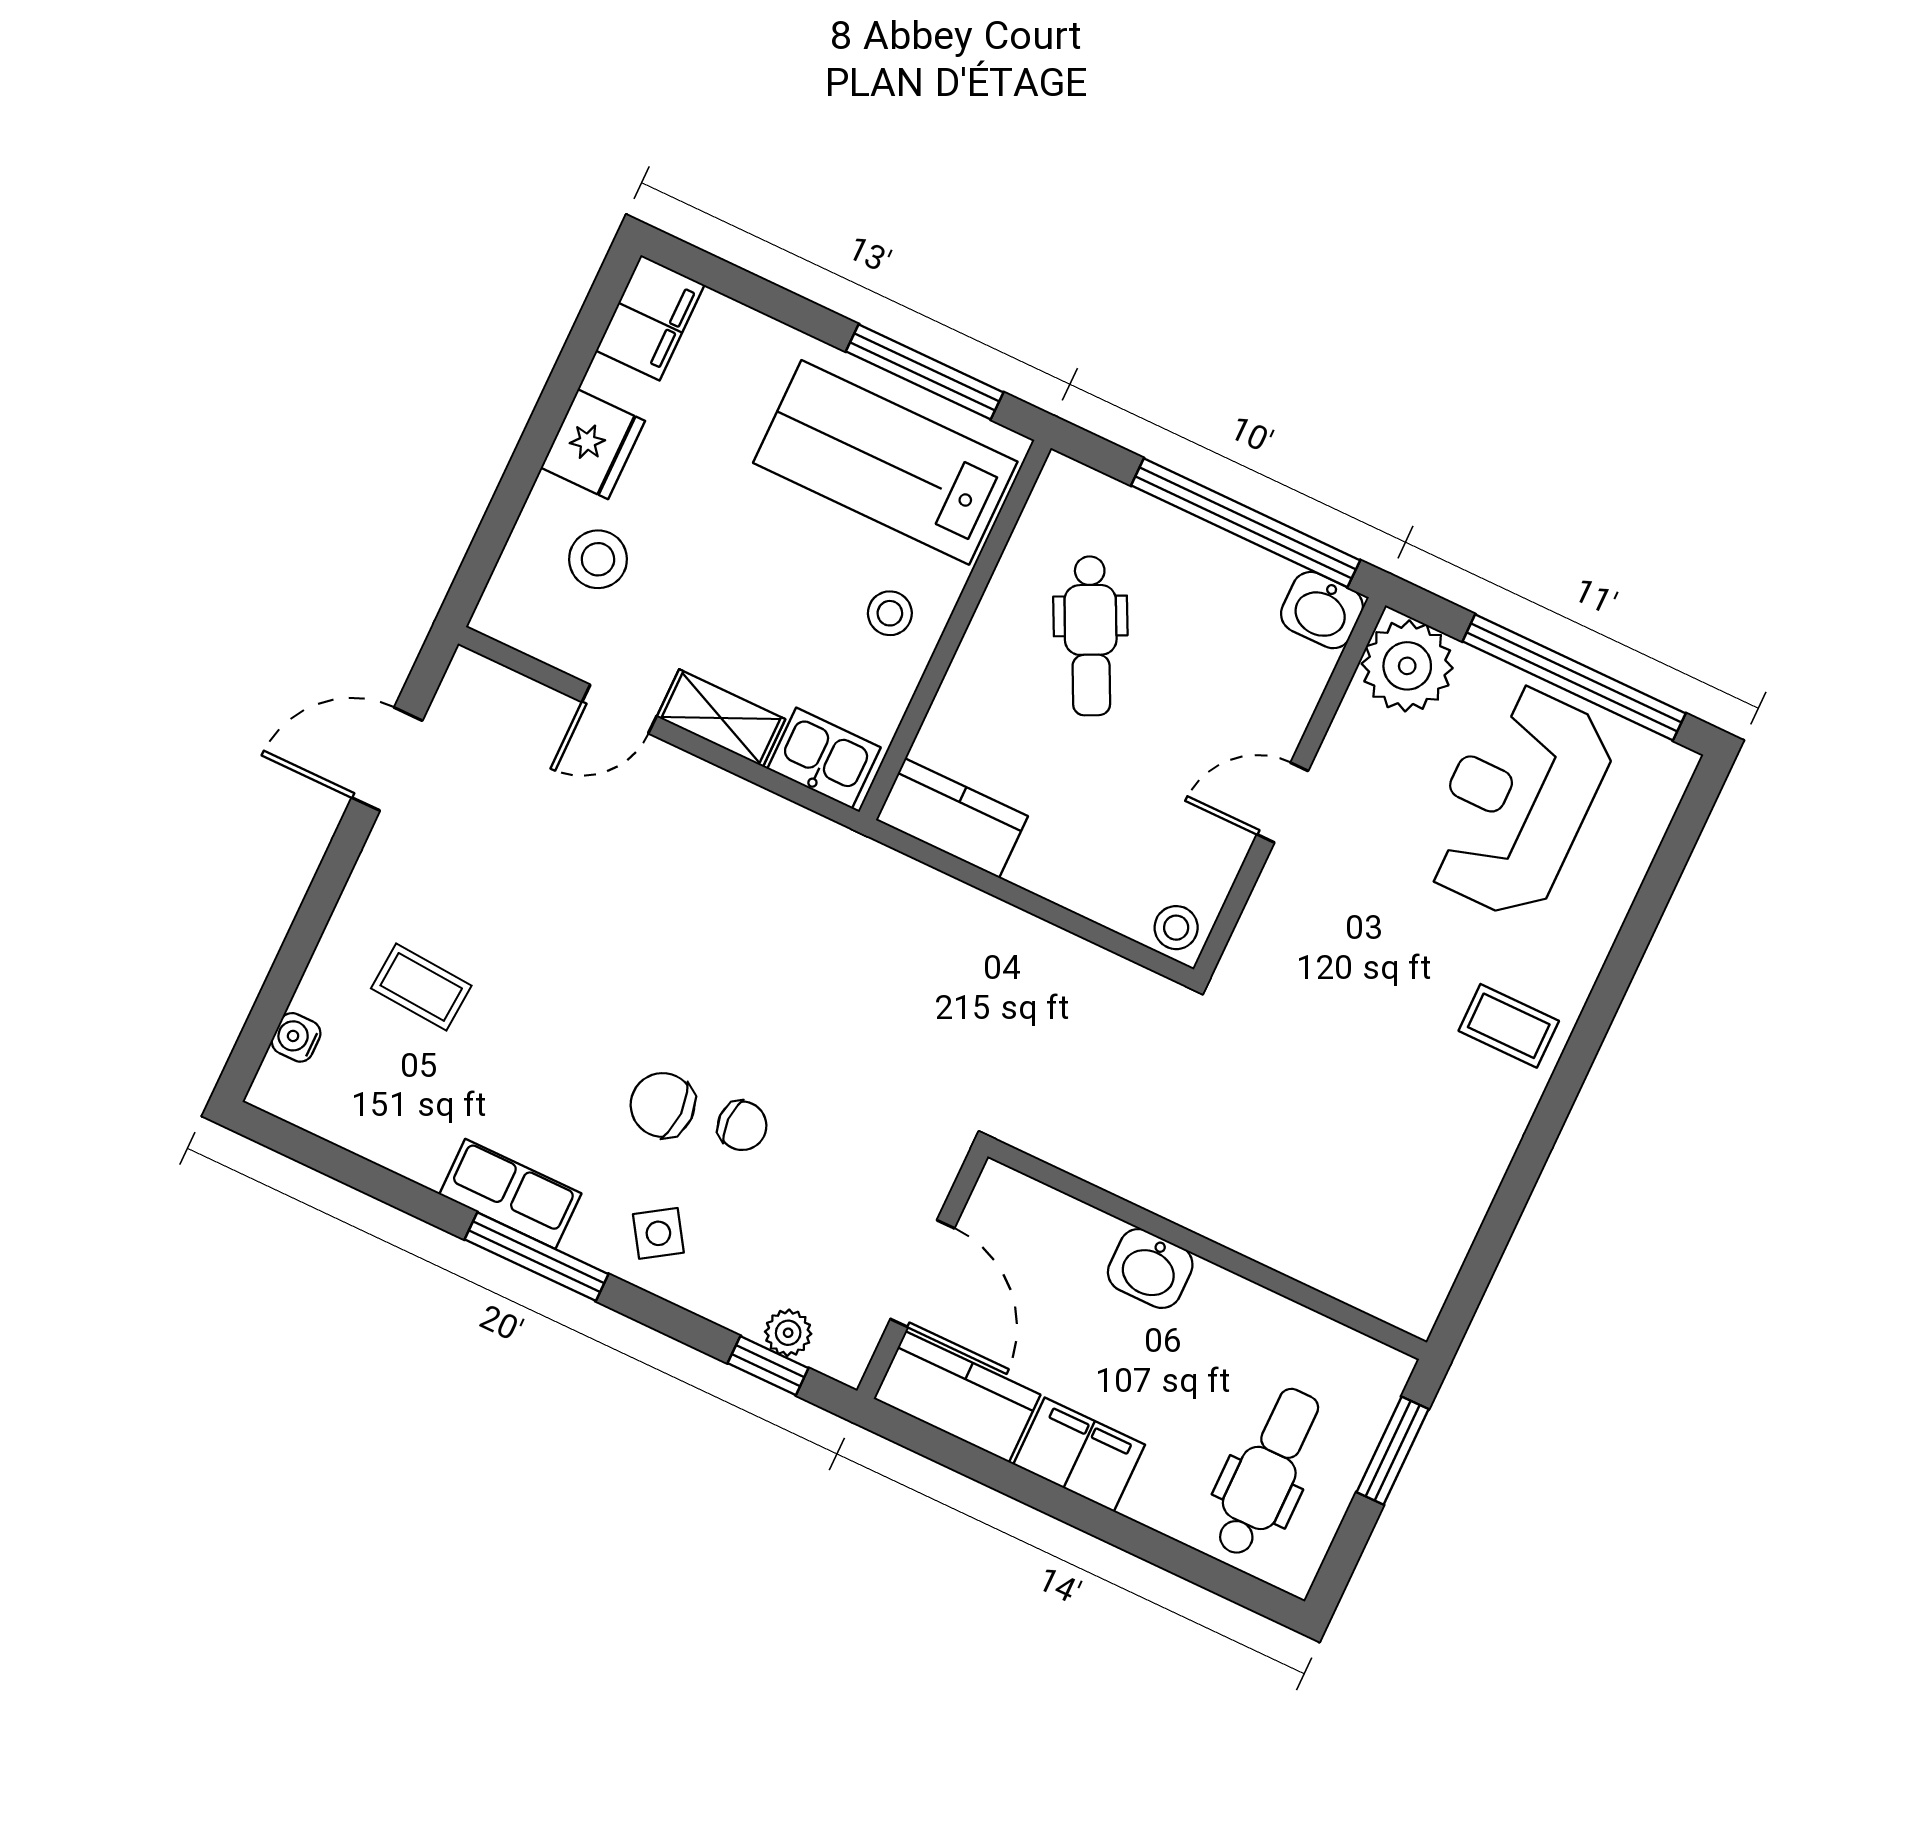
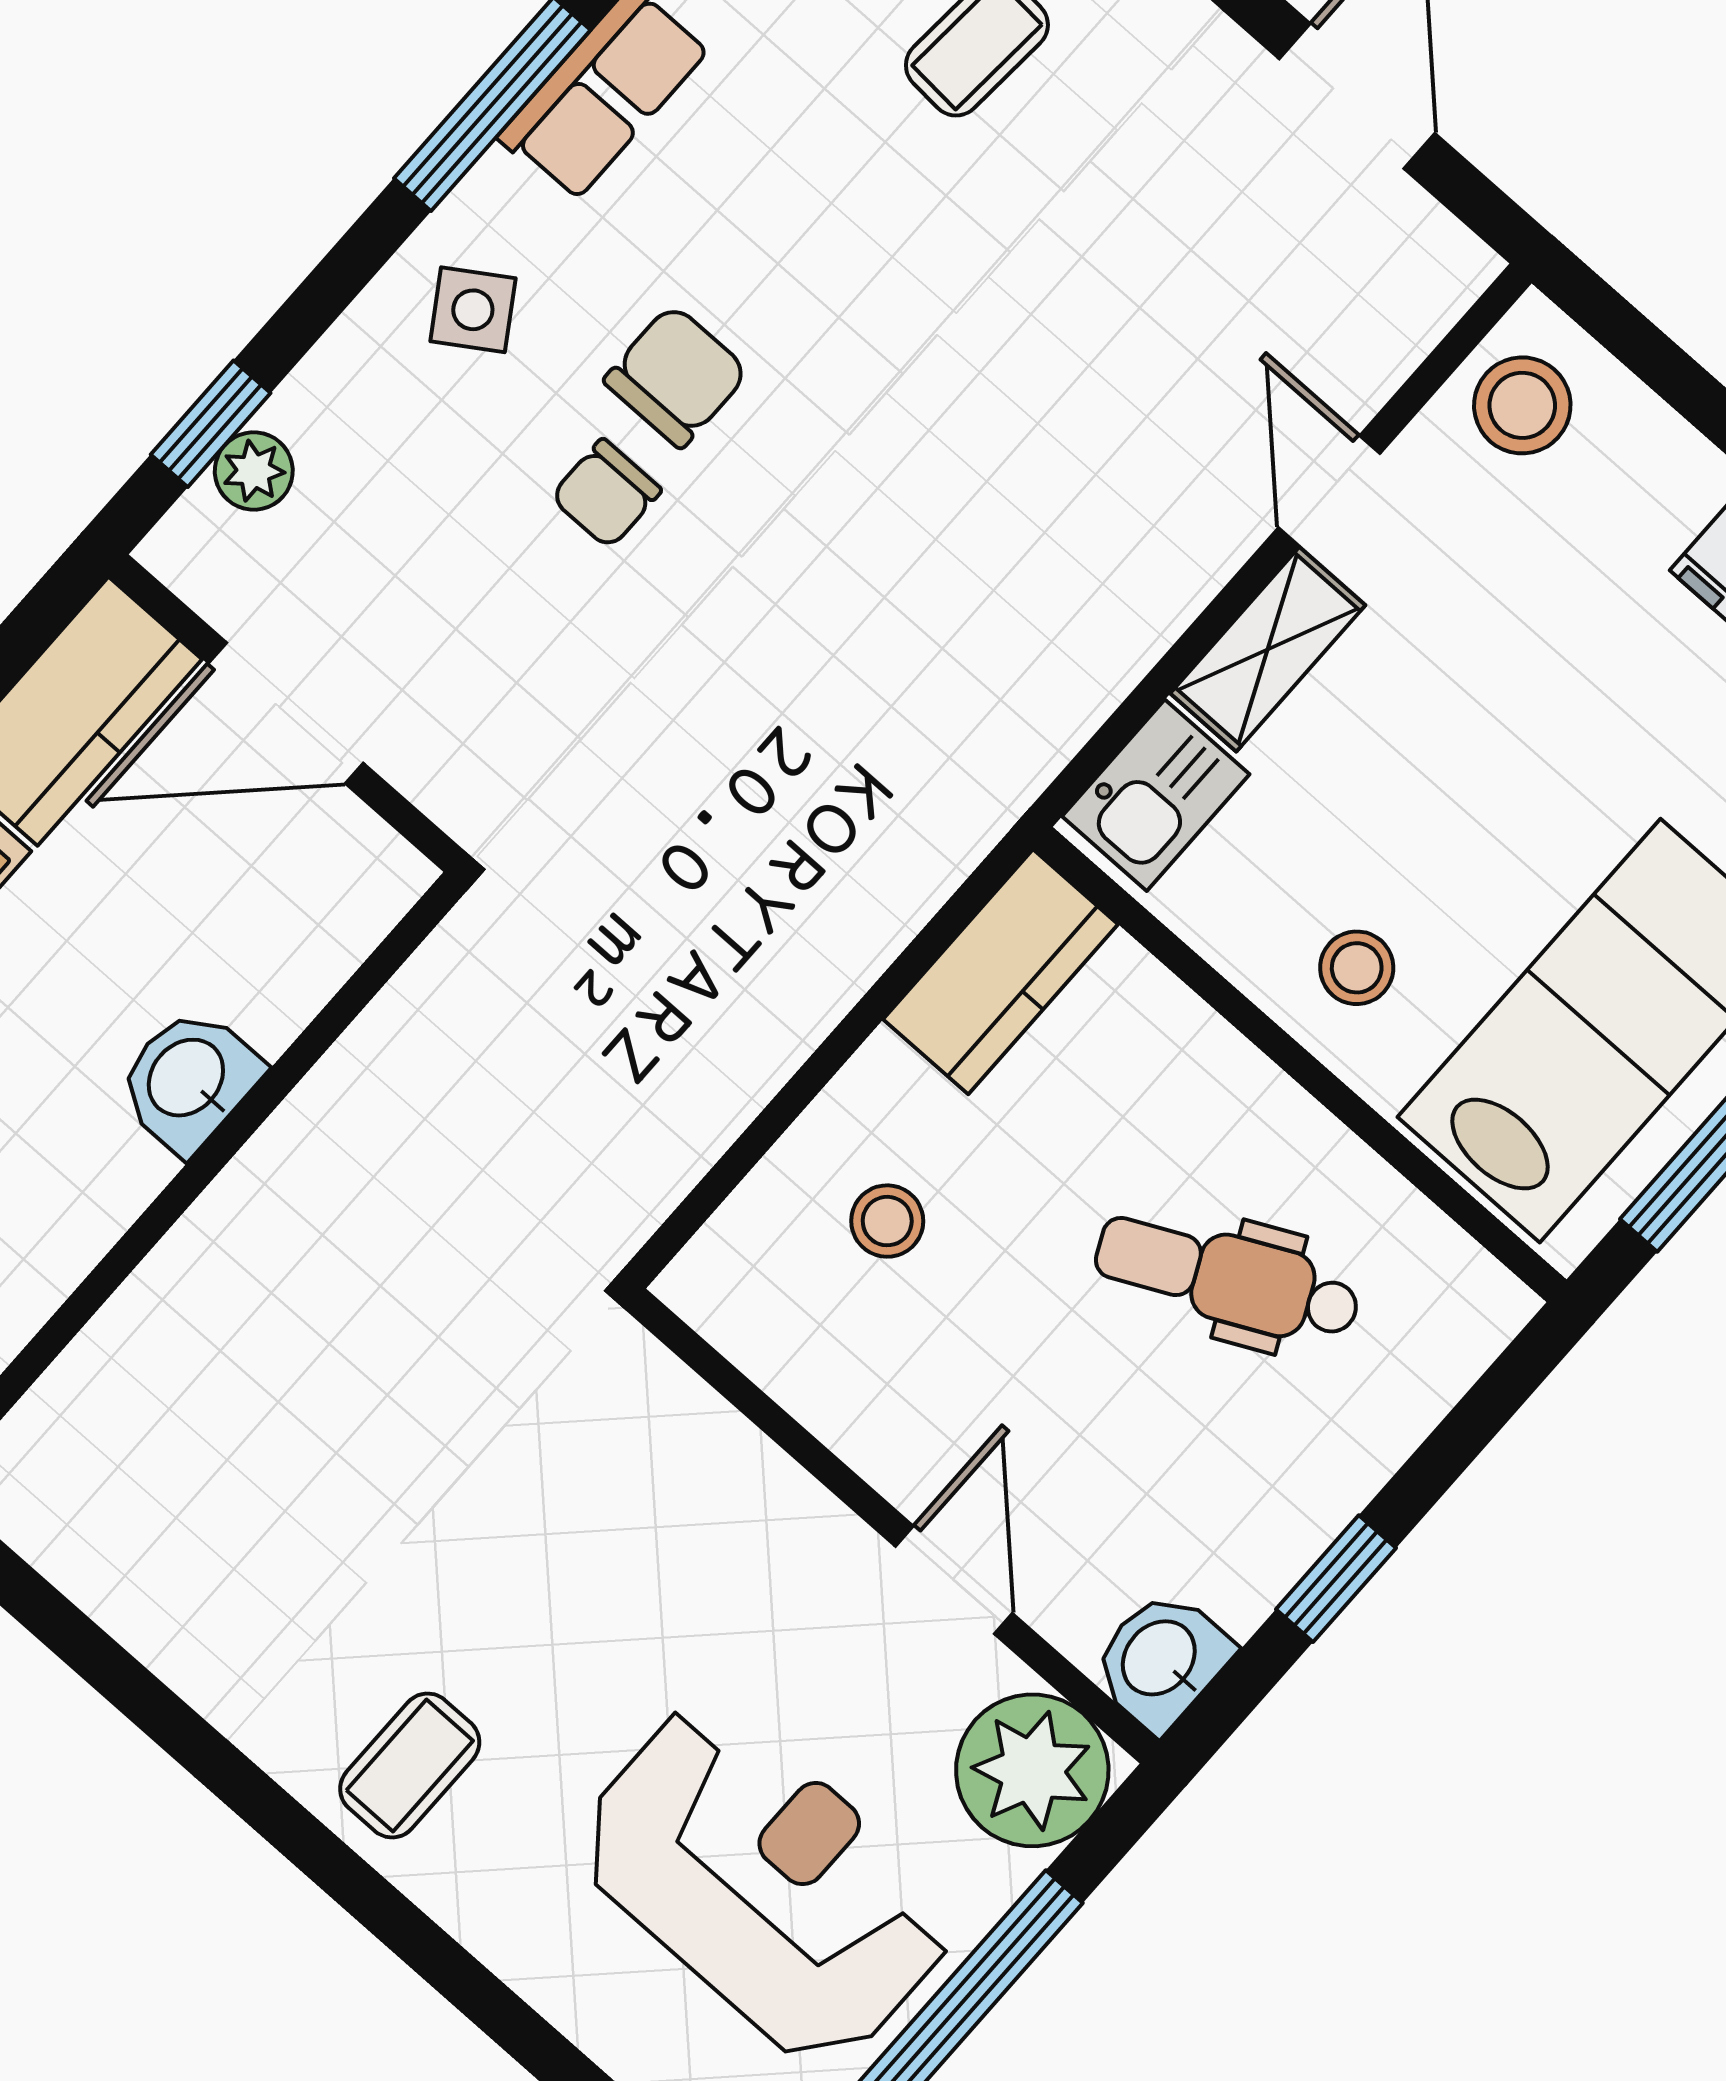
window: (1246, 523) -> (1336, 1579), width x0.32
stool: (598, 559) -> (1522, 405), moved
door: (1282, 803) -> (954, 1580), moved
stool: (1176, 928) -> (887, 1221), moved

